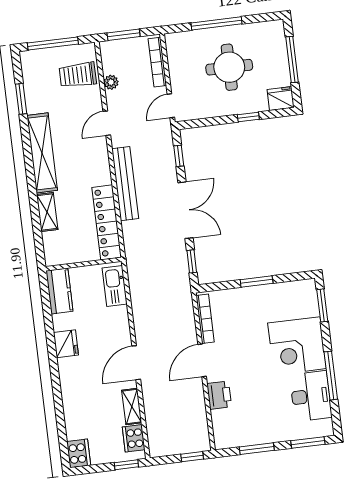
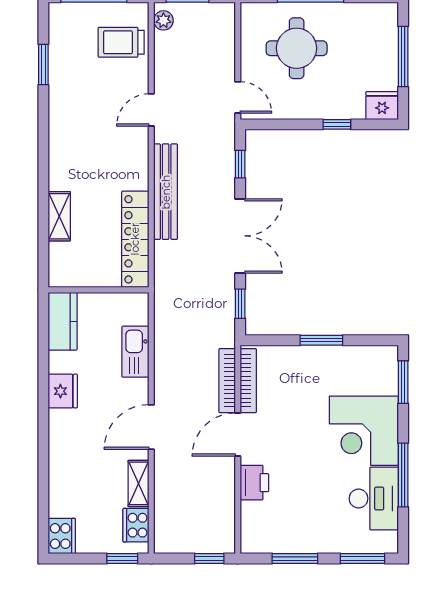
bookcase: (157, 62) -> (227, 381), moved
round table: (229, 67) -> (297, 48), moved
plant: (111, 82) -> (163, 20), moved
door: (171, 106) -> (238, 97), swing flipped
shelving: (42, 153) -> (62, 138), removed
kitchen sink: (115, 286) -> (135, 352), moved

